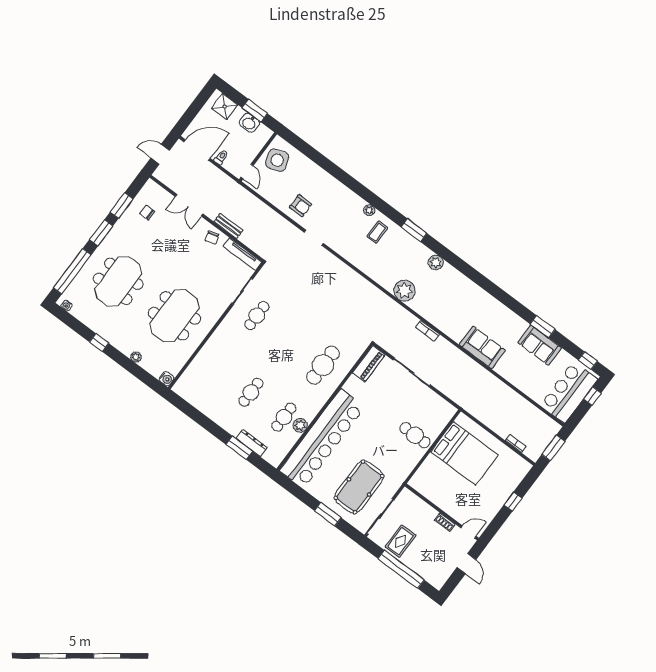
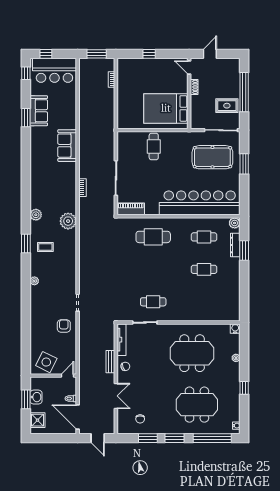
side table: (277, 160) -> (46, 362), turned 45
coffee table: (377, 232) -> (45, 247), moved
plant: (300, 425) -> (235, 223), moved
bed: (464, 453) -> (166, 108), moved, turned -90

